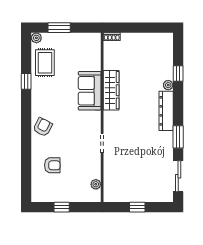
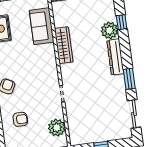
plant: (168, 85) -> (110, 30), width x1.87, depth x1.87
sofa: (90, 91) -> (42, 26), moved
plant: (96, 184) -> (57, 128), width x1.88, depth x1.88

